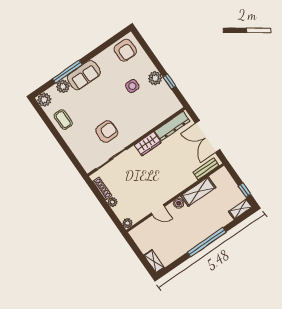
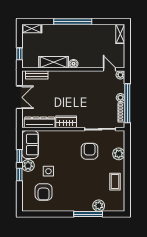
armchair: (125, 50) -> (44, 192), moved, turned 180
window: (157, 64) -> (19, 174), added
sofa: (84, 75) -> (30, 144), moved, turned 90
plant: (44, 100) -> (119, 154), moved
armchair: (107, 132) -> (90, 151), turned 90
double door: (208, 137) -> (19, 97), width x0.73
window: (245, 190) -> (19, 54), moved
window: (102, 201) -> (127, 103), added
door: (158, 210) -> (110, 69), moved

